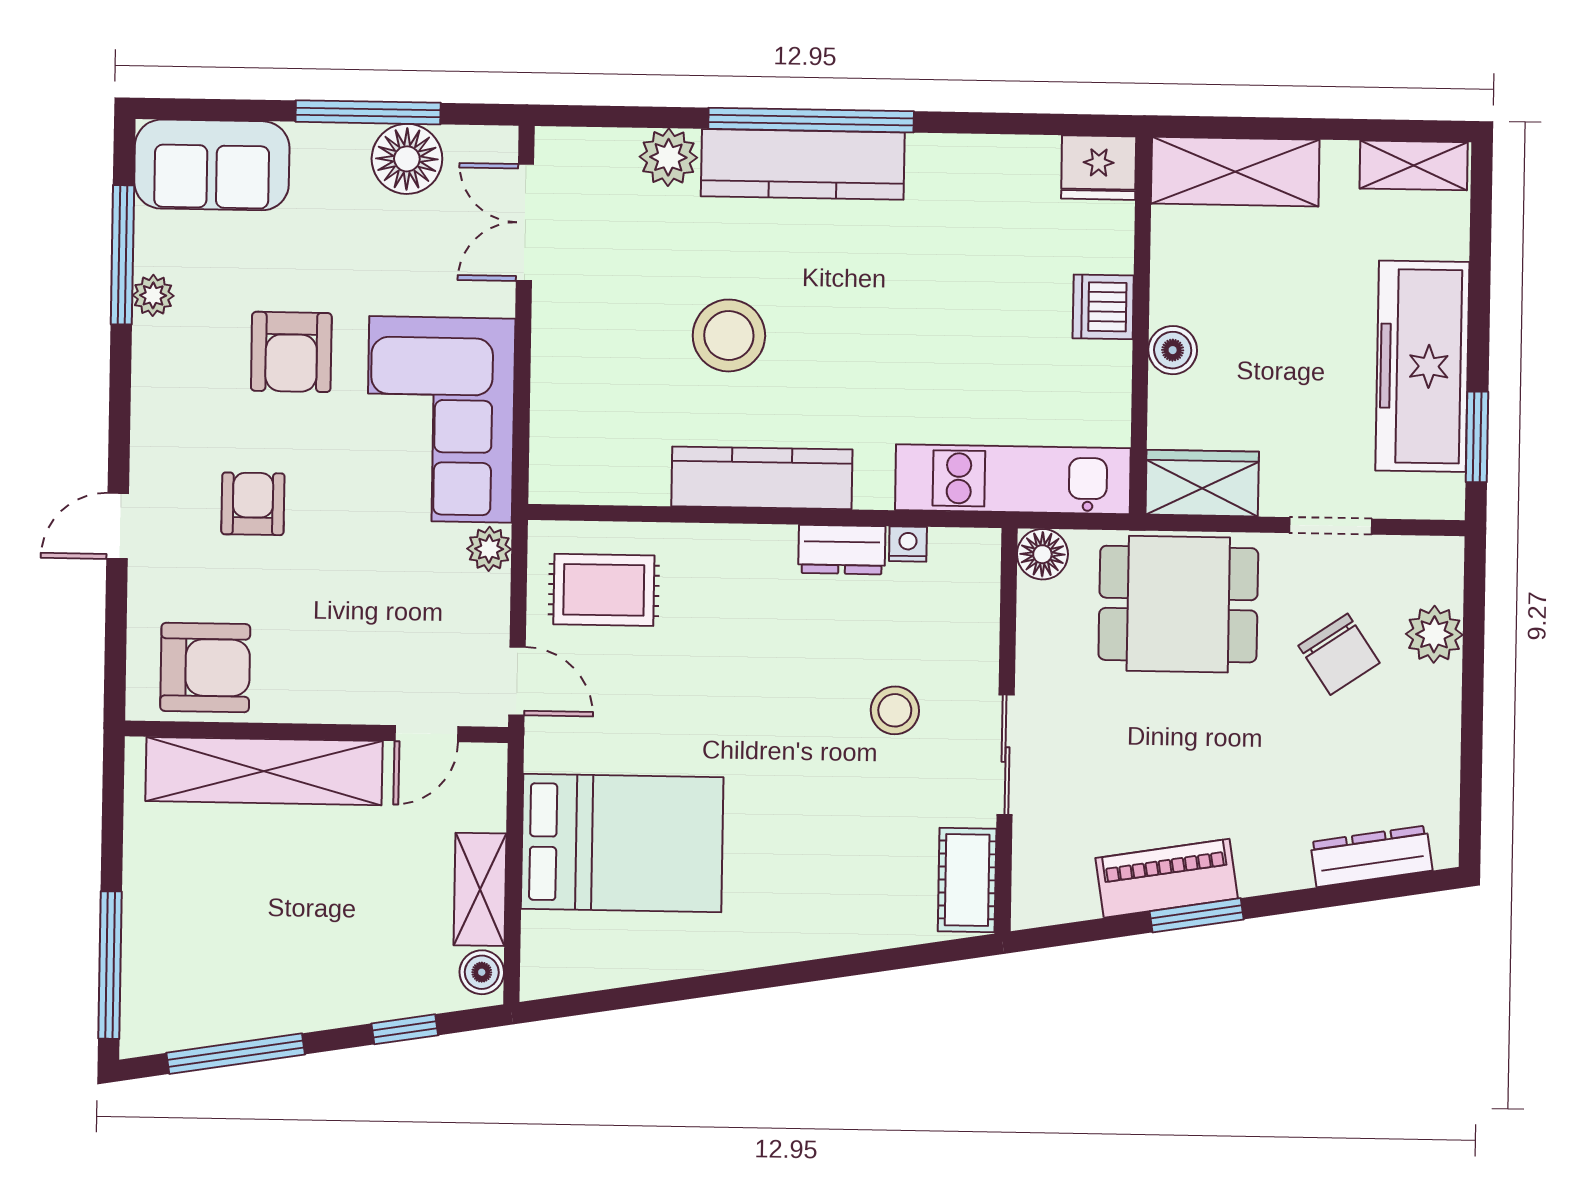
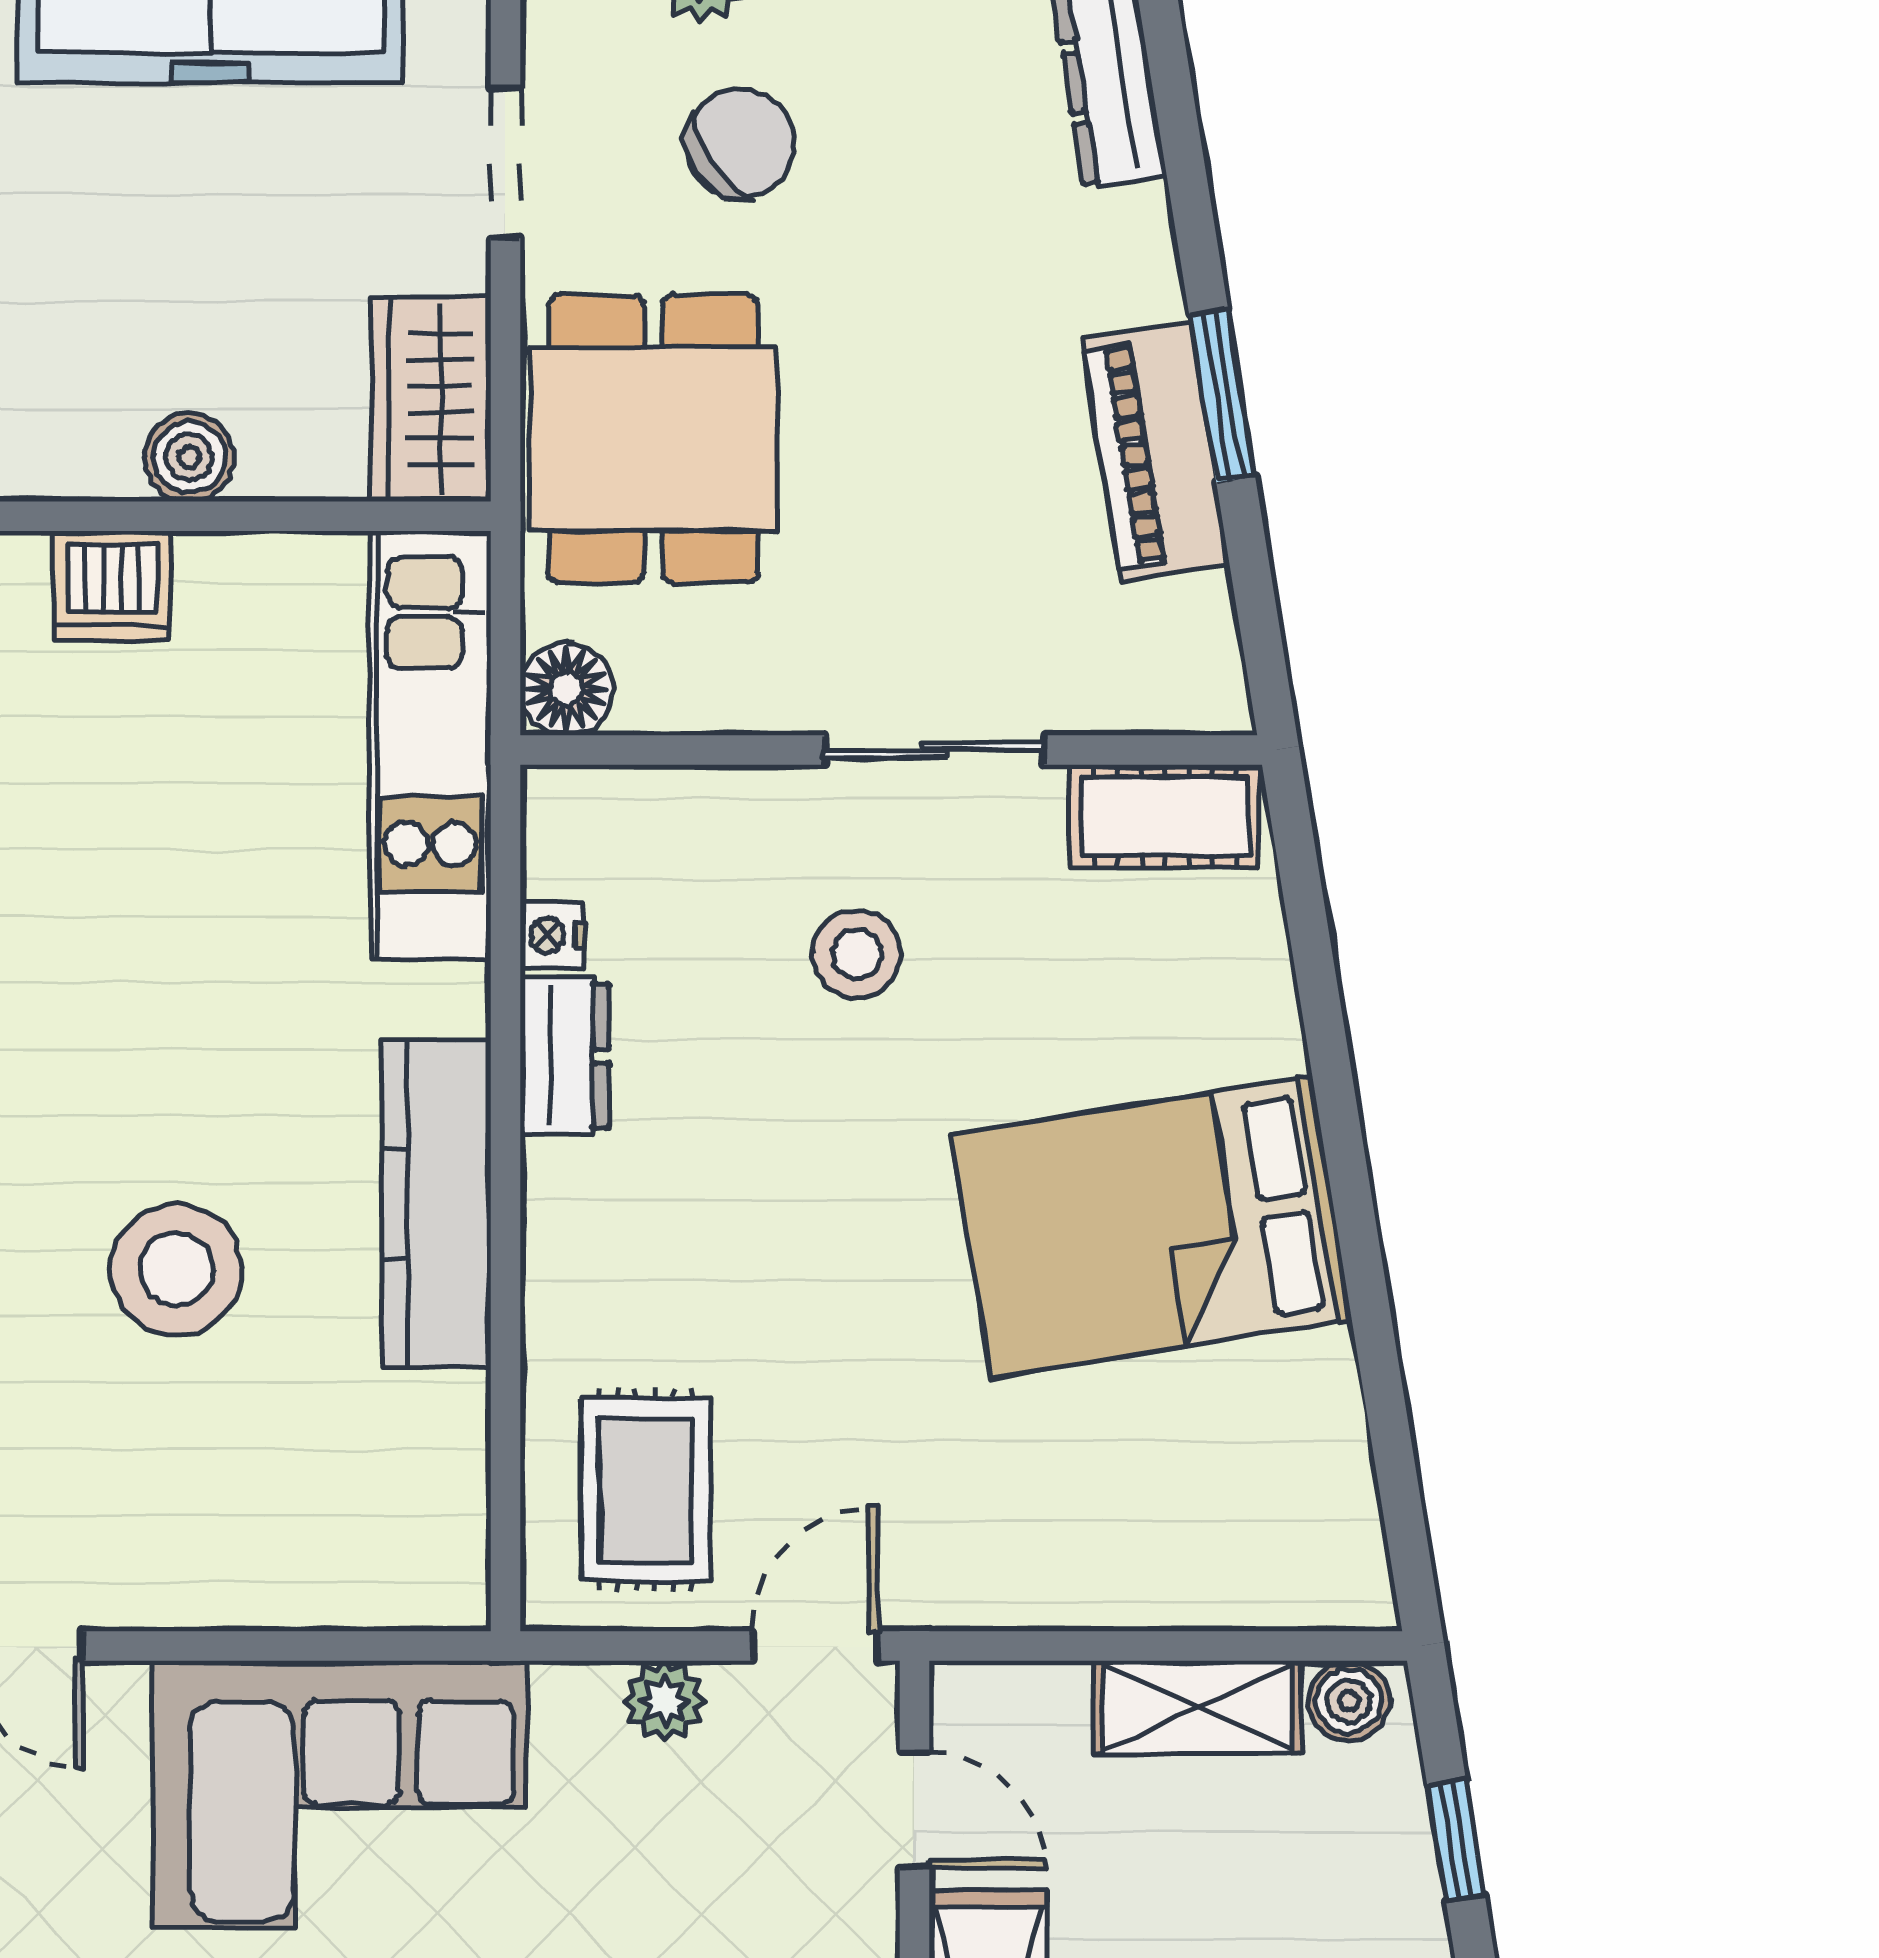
plant: (489, 549) -> (664, 1701), moved
bed: (622, 843) -> (1152, 1227), moved, turned -99

